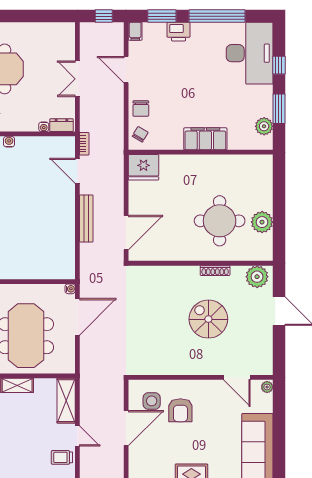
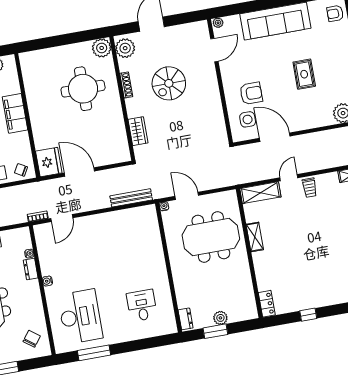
dresser: (61, 125) -> (31, 269), moved
bench: (86, 218) -> (131, 198), moved
plant: (262, 222) -> (102, 48), moved
door: (126, 233) -> (79, 172), moved
wardrobe: (161, 275) -> (138, 131), added
door: (77, 317) -> (187, 196), width x0.73

